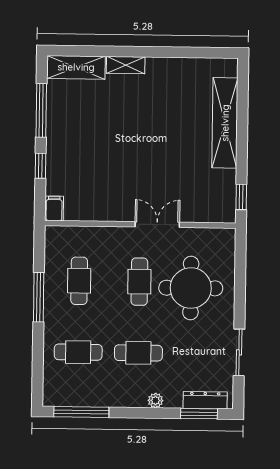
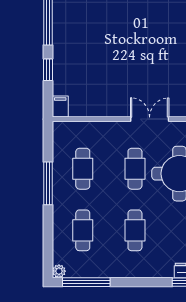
cafe table: (78, 352) -> (83, 230), turned 90
cafe table: (138, 353) -> (135, 230), turned 90
plant: (155, 400) -> (59, 271), moved

